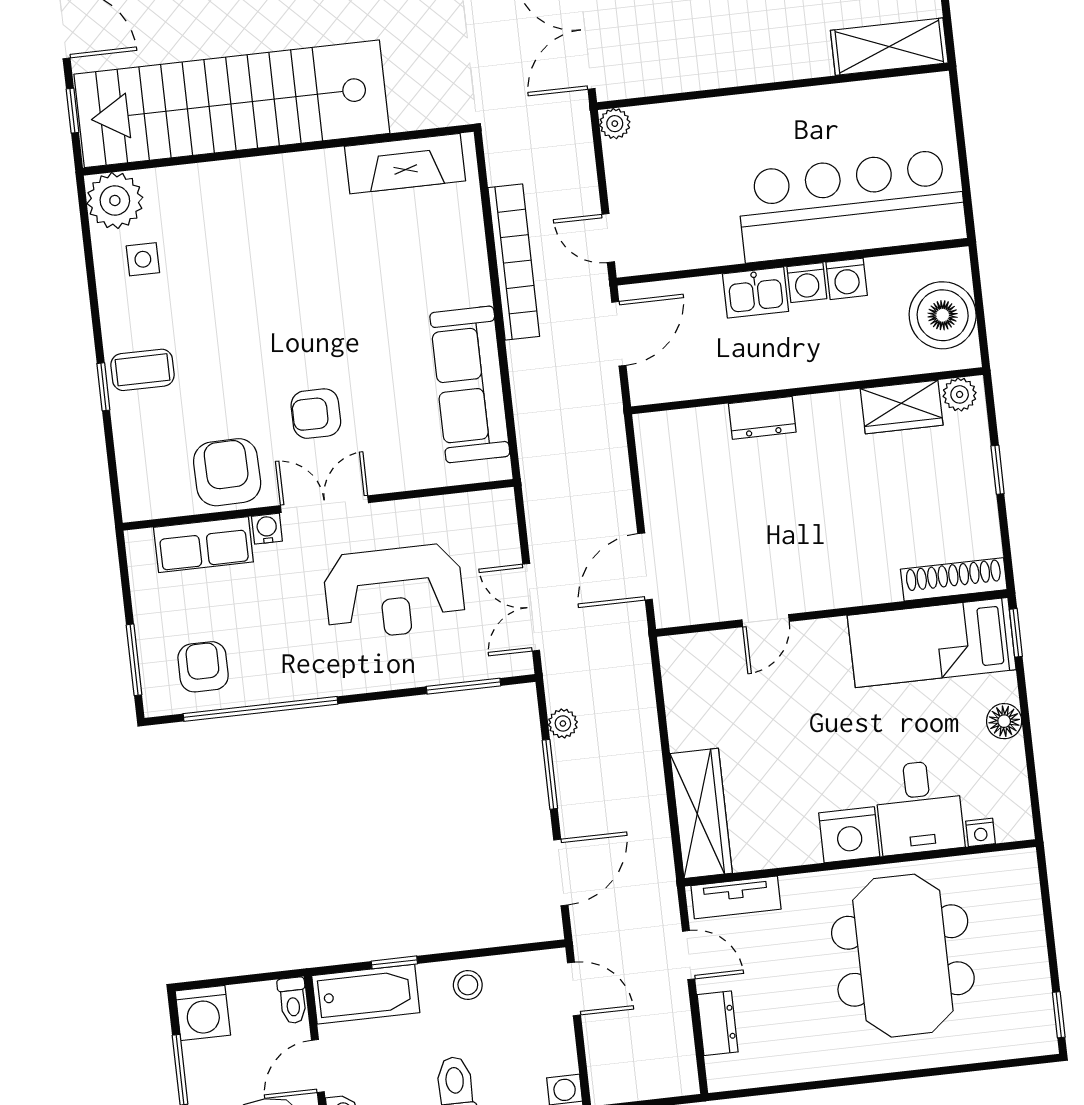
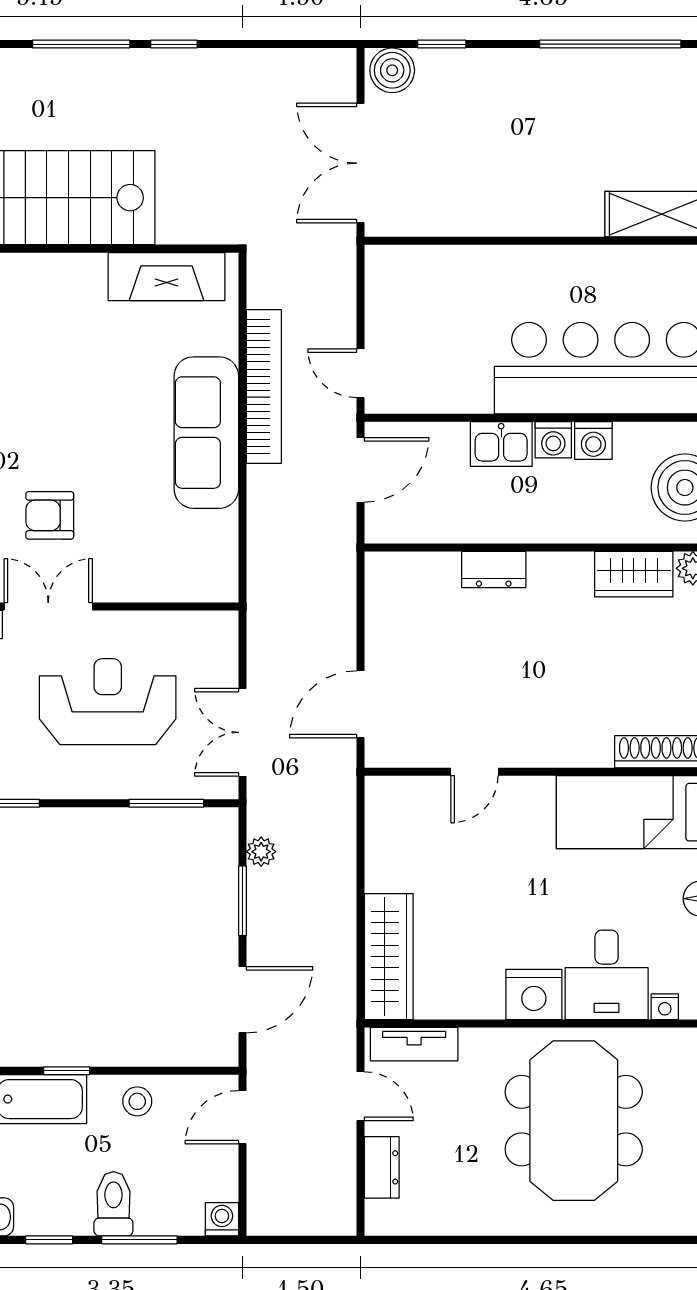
plant: (615, 124) -> (380, 260), removed
sofa: (470, 384) -> (206, 433), moved
reception desk: (394, 592) -> (108, 702), turned 180
door: (574, 989) -> (242, 1117), swing flipped

